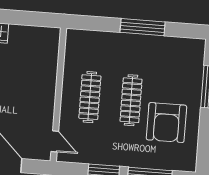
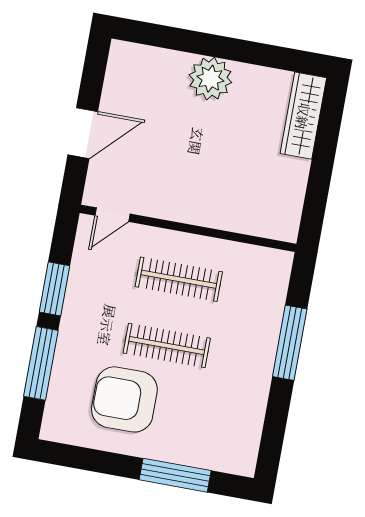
window: (143, 27) -> (290, 343), moved

